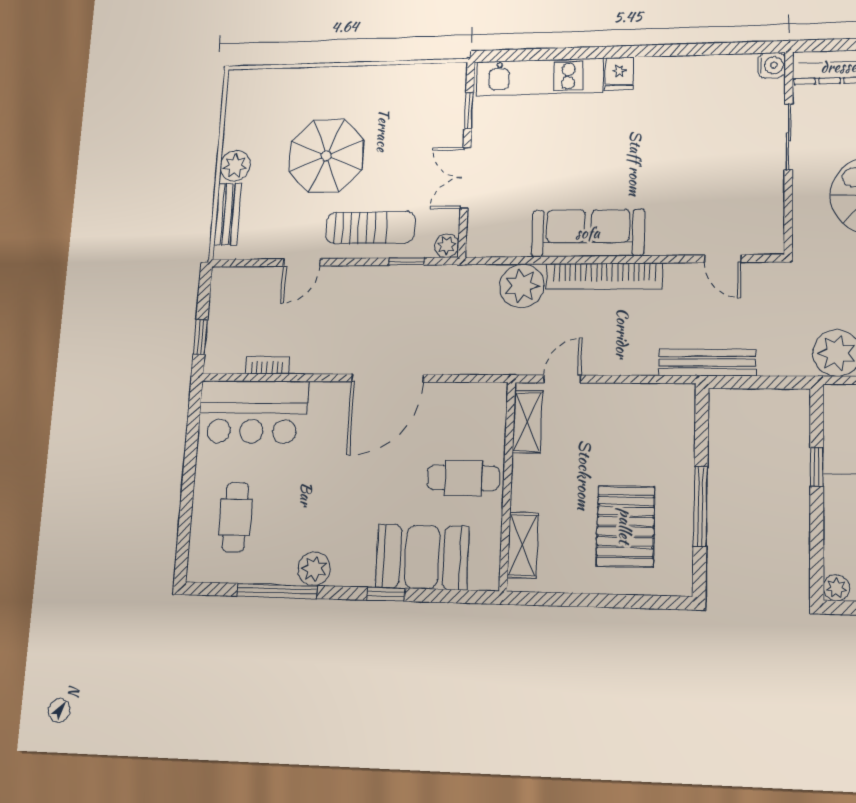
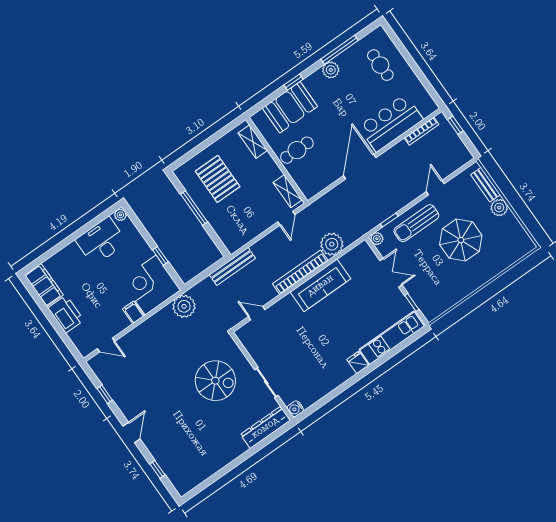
bookcase: (267, 365) -> (421, 131), width x1.56
bar counter: (253, 412) -> (391, 123), moved

